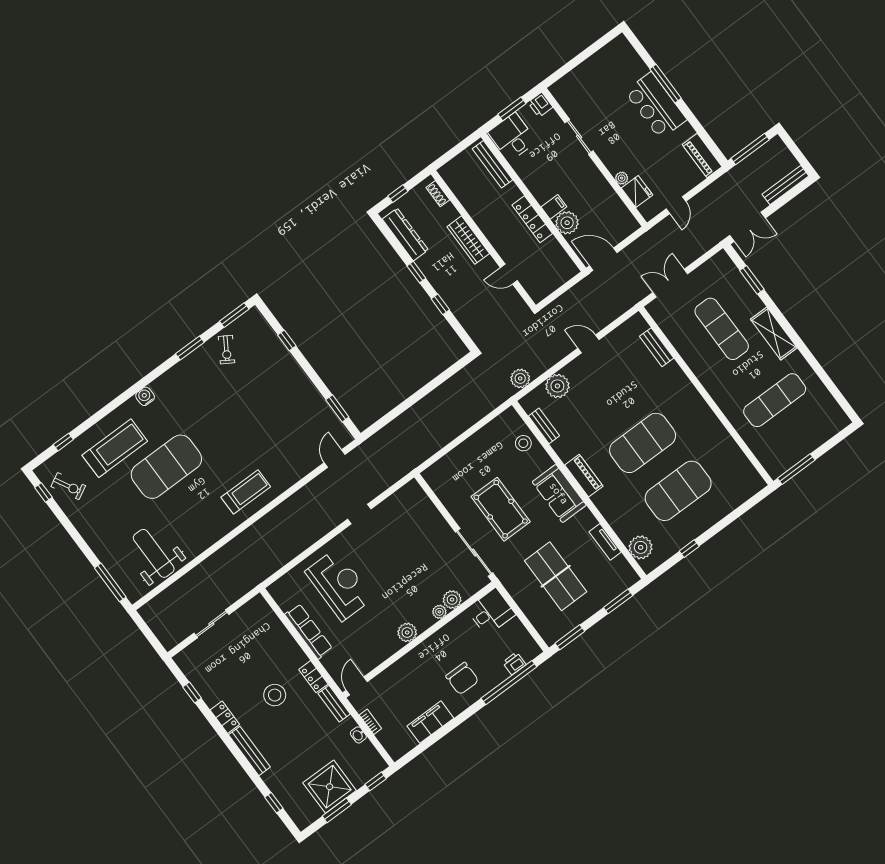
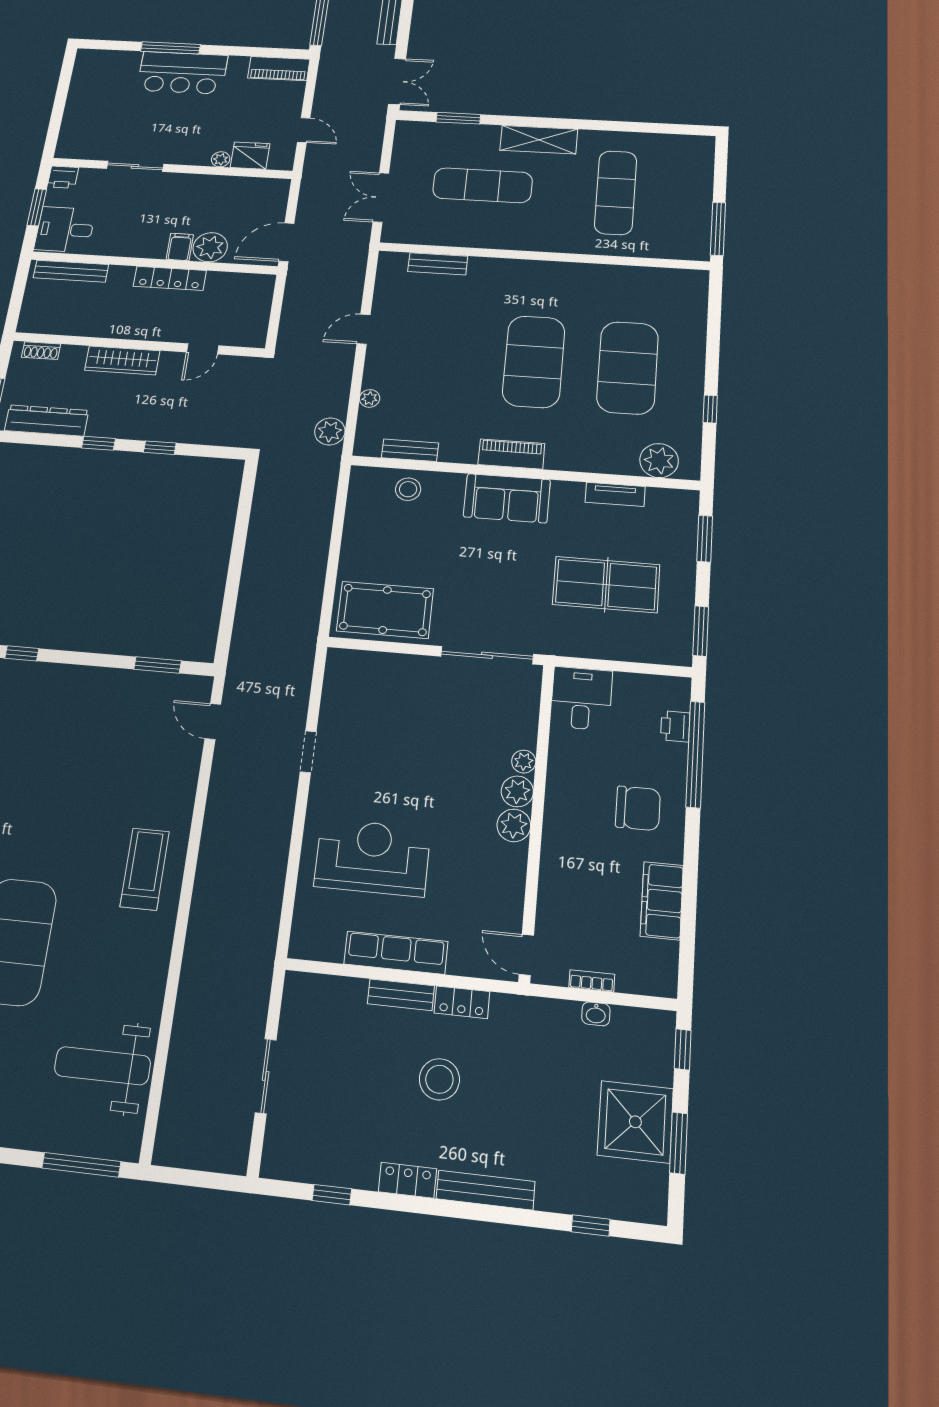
plant: (557, 386) -> (370, 398), width x0.53, depth x0.53
pool table: (501, 509) -> (385, 610), moved
plant: (452, 600) -> (517, 791), moved
bench: (334, 704) -> (401, 995), moved

